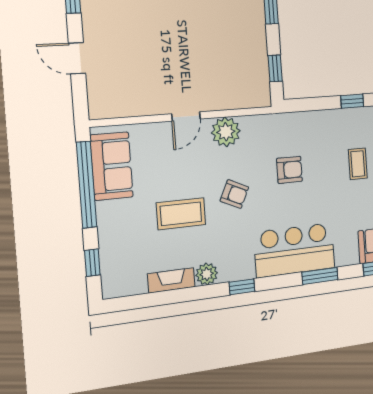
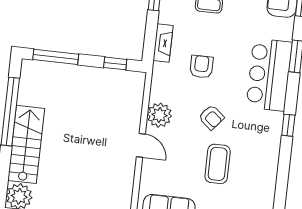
armchair: (234, 194) -> (211, 117), turned 105
plant: (207, 274) -> (271, 152), removed
fireplace: (171, 280) -> (163, 43), moved, turned 180

